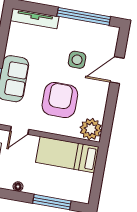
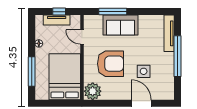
window: (84, 16) -> (178, 56), moved
bed: (67, 155) -> (65, 77), width x1.50

